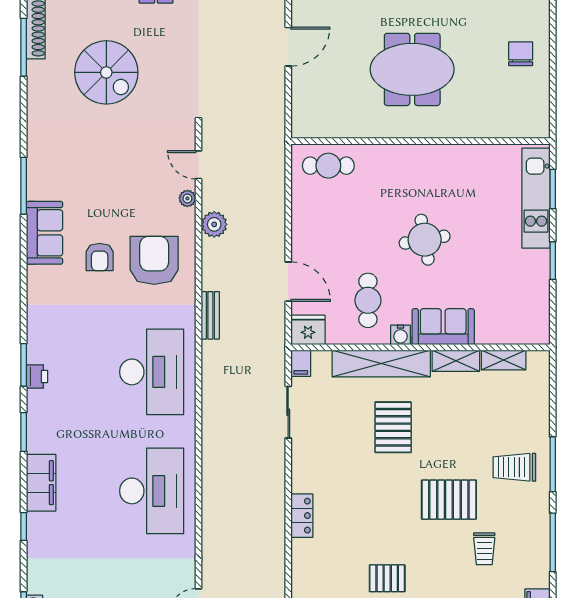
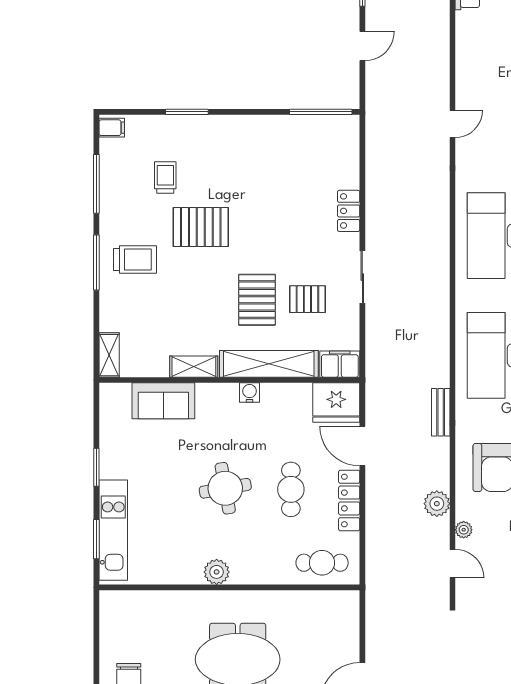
plant: (433, 156) -> (217, 572), added
locker: (301, 228) -> (349, 500), added
cafe table: (368, 300) -> (291, 489), moved
sofa: (443, 327) -> (163, 401), moved
fridge: (308, 330) -> (336, 403), width x1.36, depth x1.34
shelving: (504, 360) -> (109, 355), moved, turned 90
filing cabinet: (301, 363) -> (340, 364), width x2.00
sliding door: (288, 412) -> (362, 277), moved
pallet: (387, 578) -> (307, 299), moved

